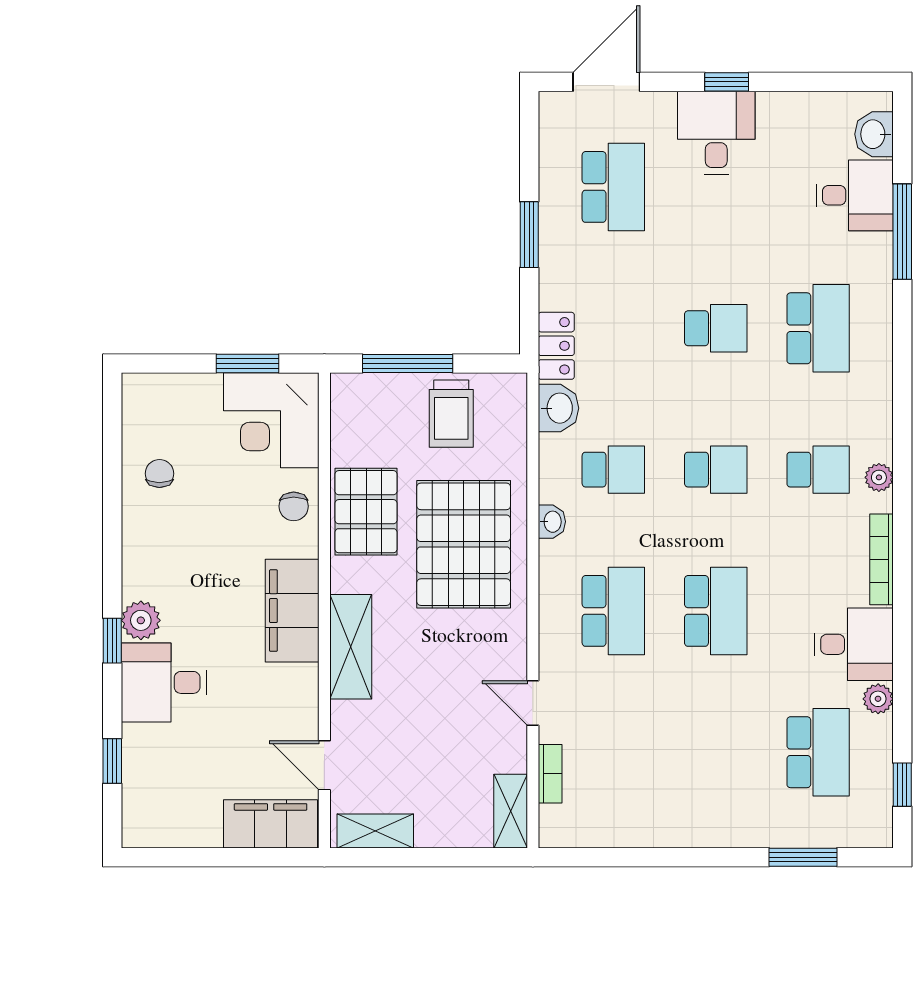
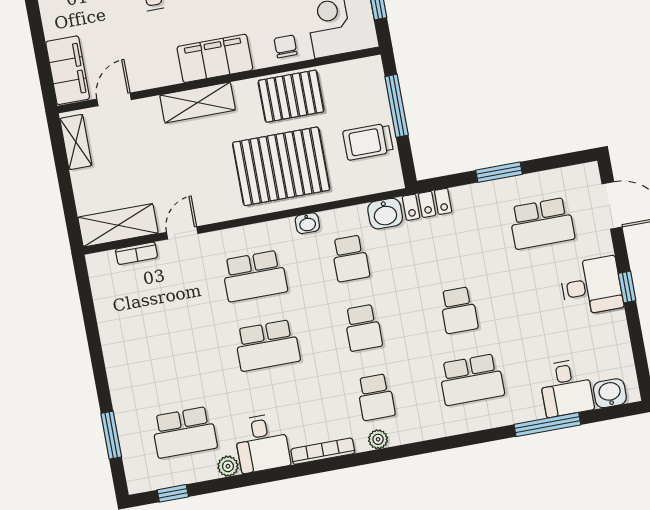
chair: (294, 506) -> (286, 46), turned 90
shelving: (511, 811) -> (118, 225), width x1.50, depth x1.33

